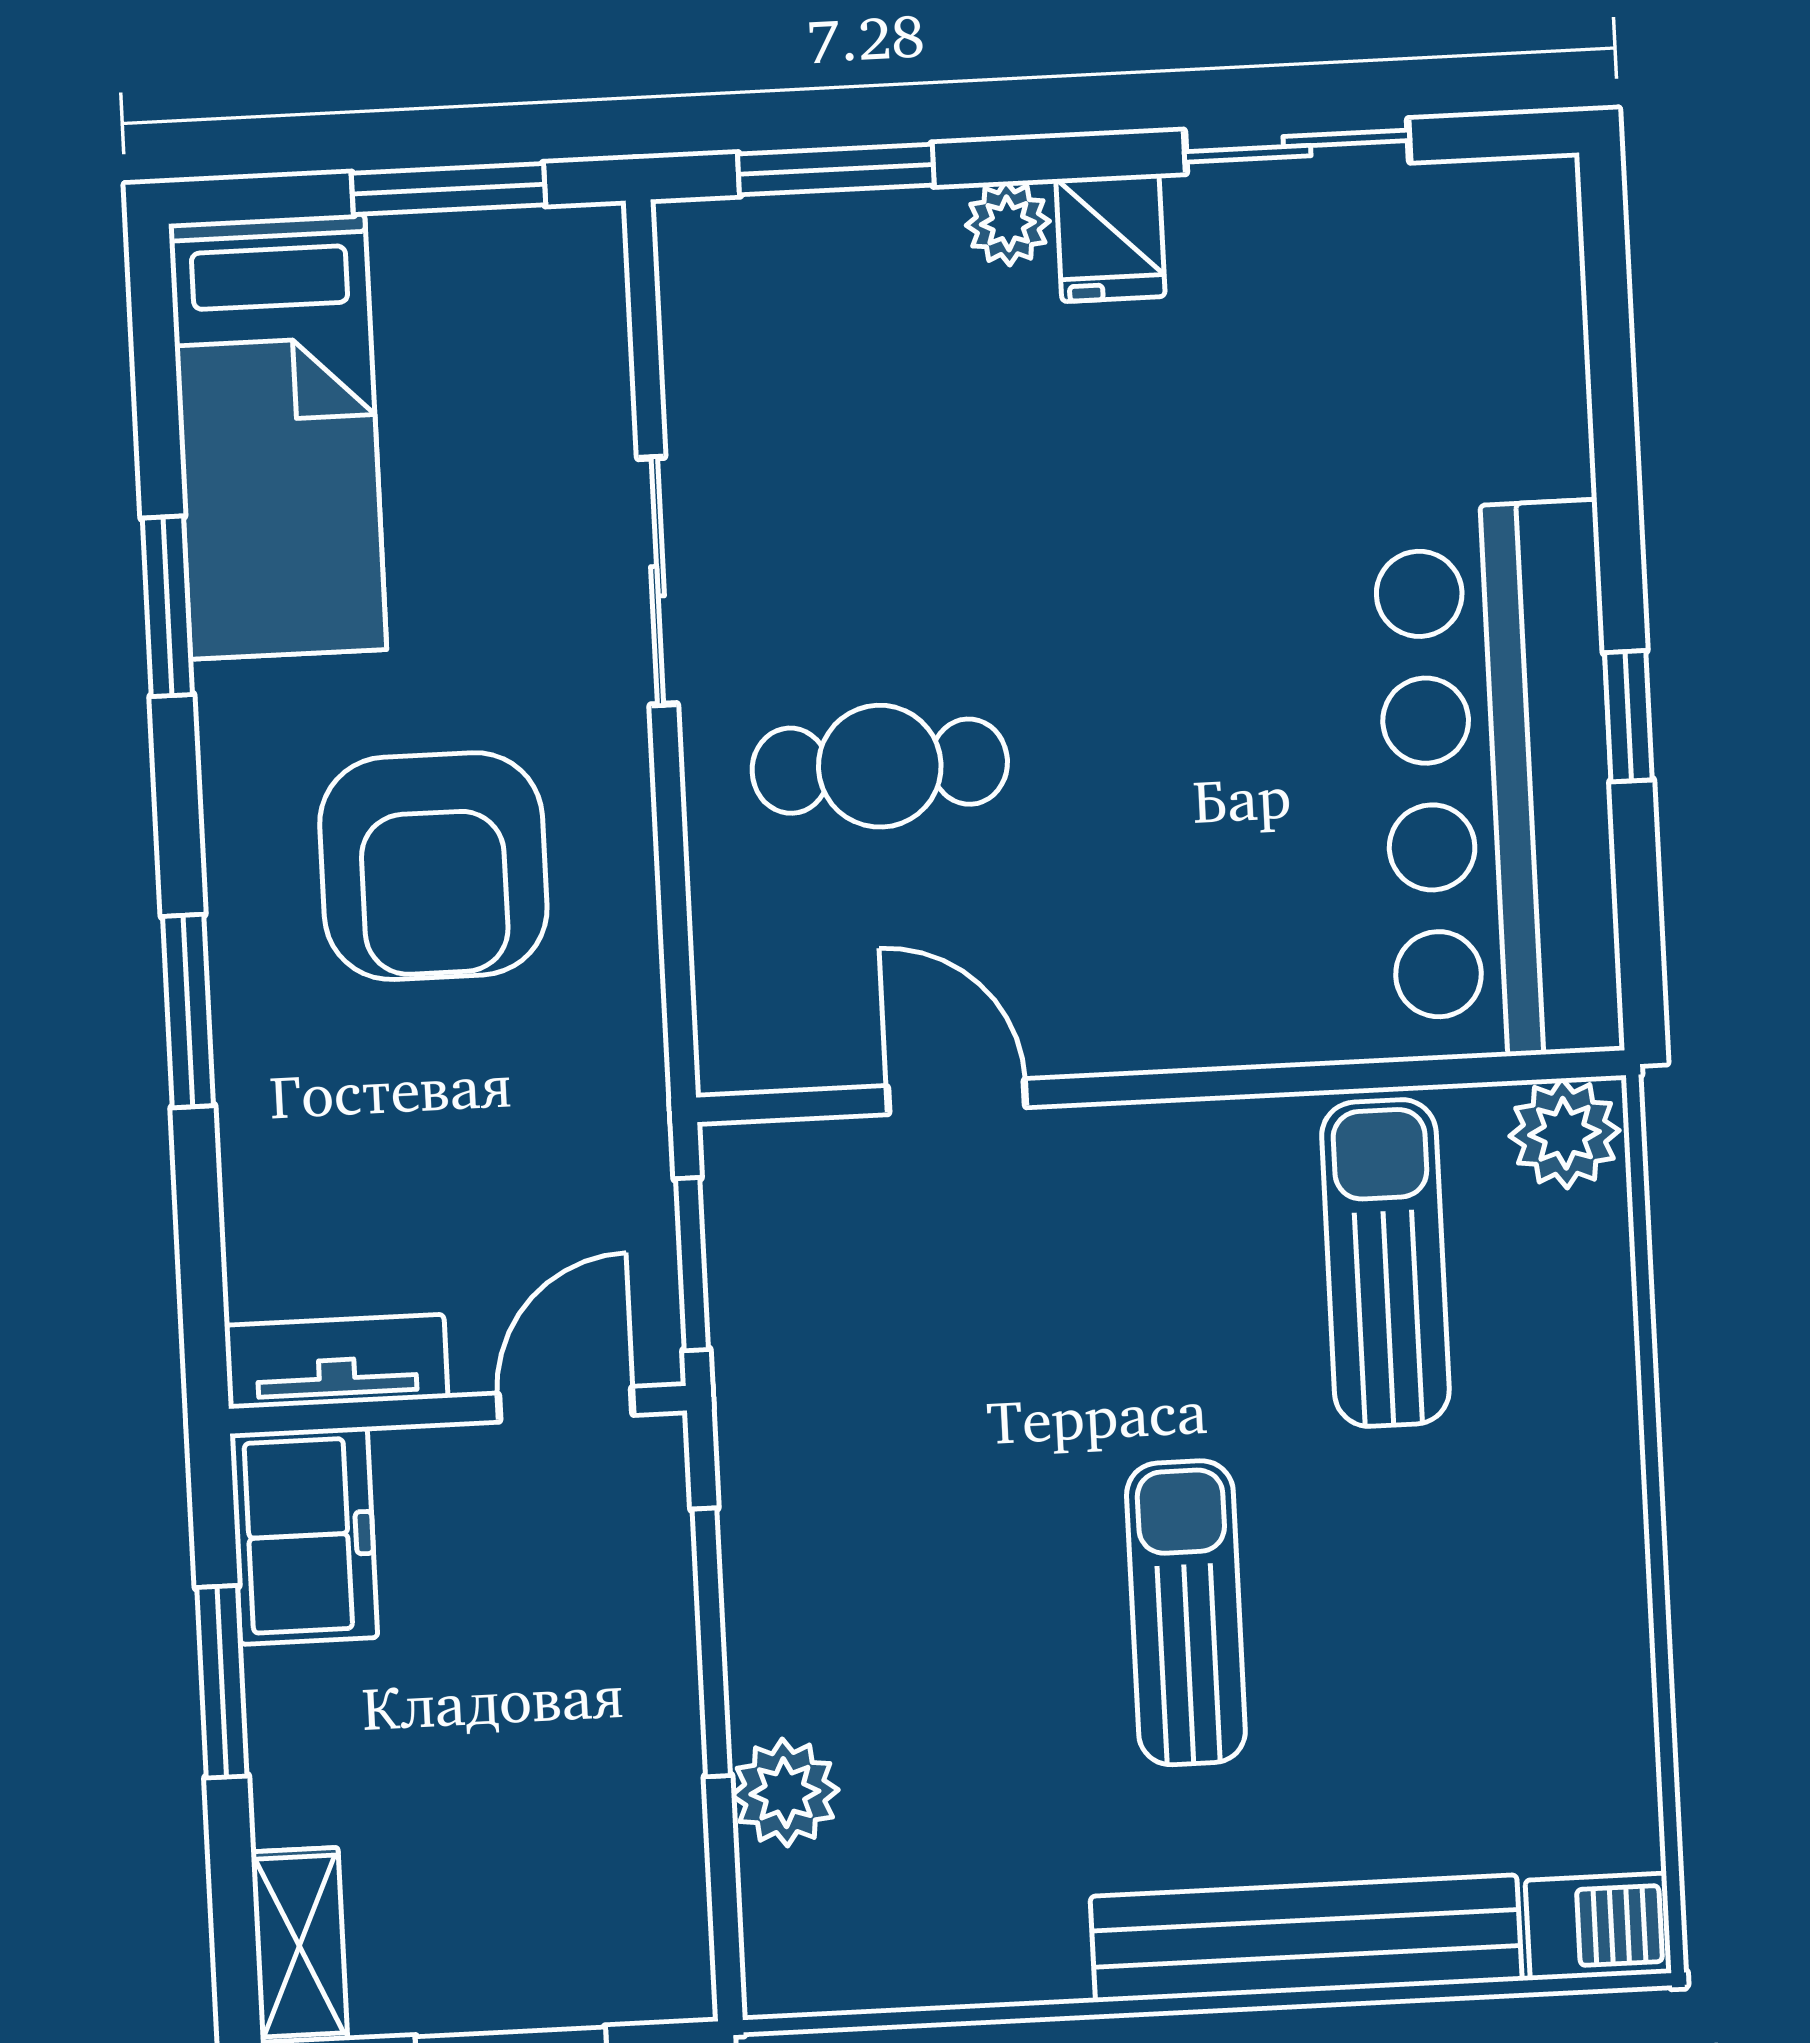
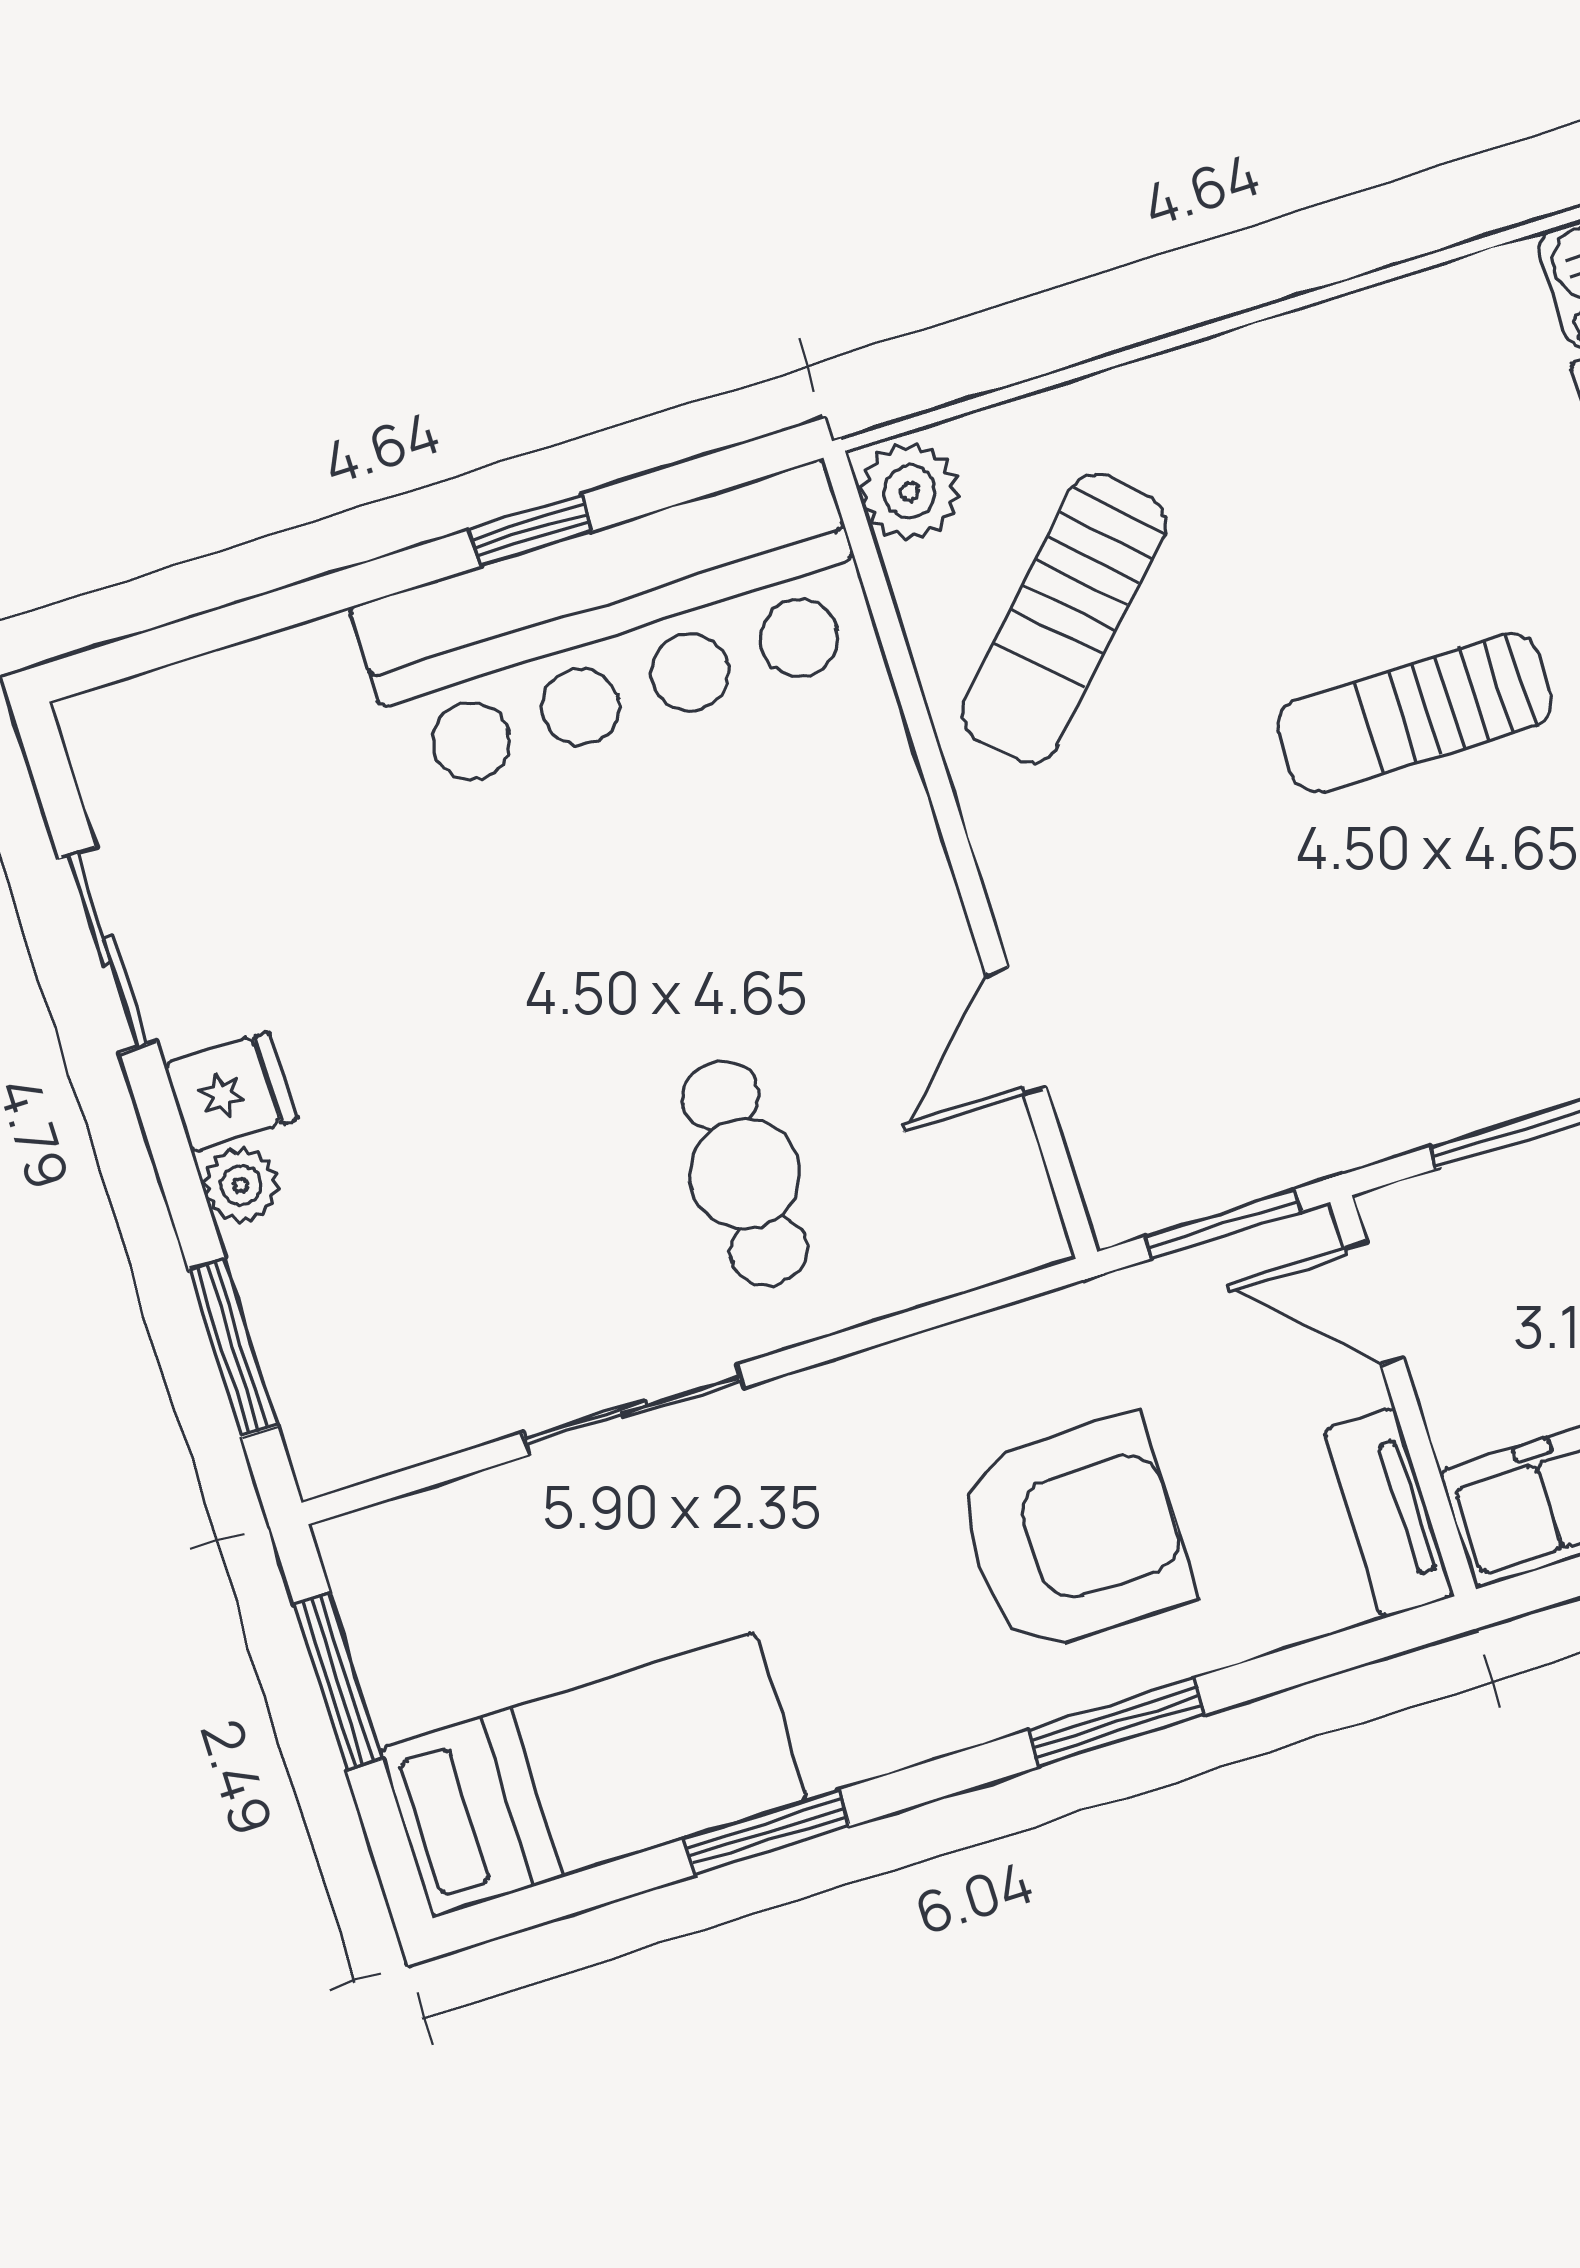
armchair: (433, 866) -> (1074, 1535), moved
sun lounger: (1385, 1263) -> (1064, 618), turned -46

